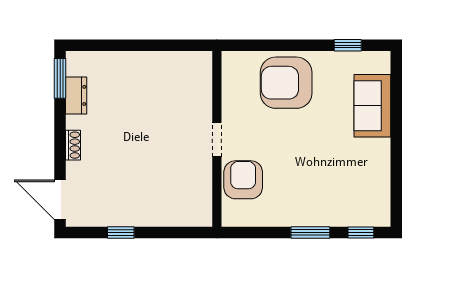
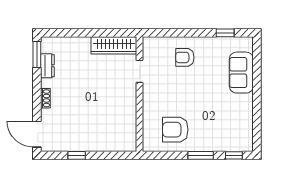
wardrobe: (178, 64) -> (114, 45), added
armchair: (286, 83) -> (185, 57), width x0.53, depth x0.53
doorway: (217, 140) -> (139, 71), moved
armchair: (243, 180) -> (175, 130), moved, turned -90

